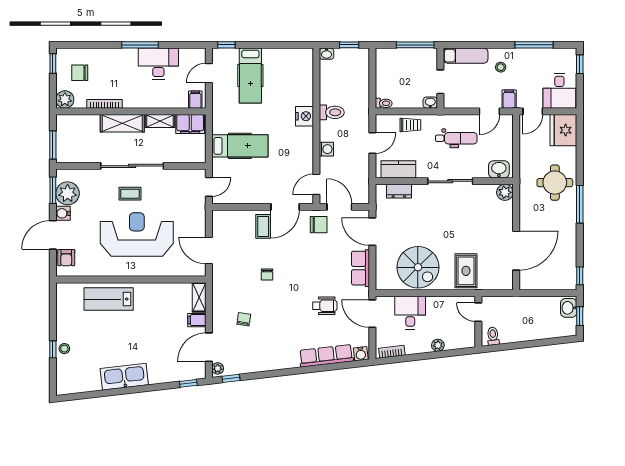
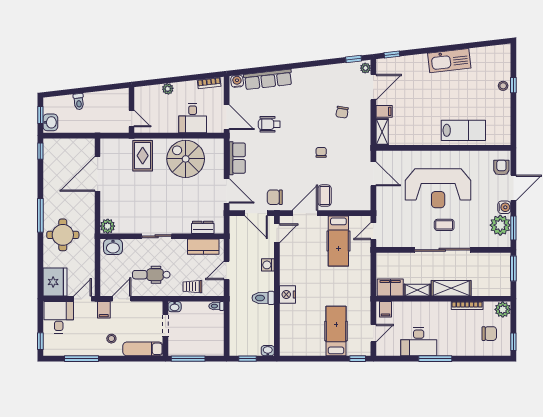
hospital bed: (240, 146) -> (338, 241), moved, turned -90
sliding door: (450, 181) -> (157, 236), width x0.73
toilet: (493, 336) -> (79, 102), moved

